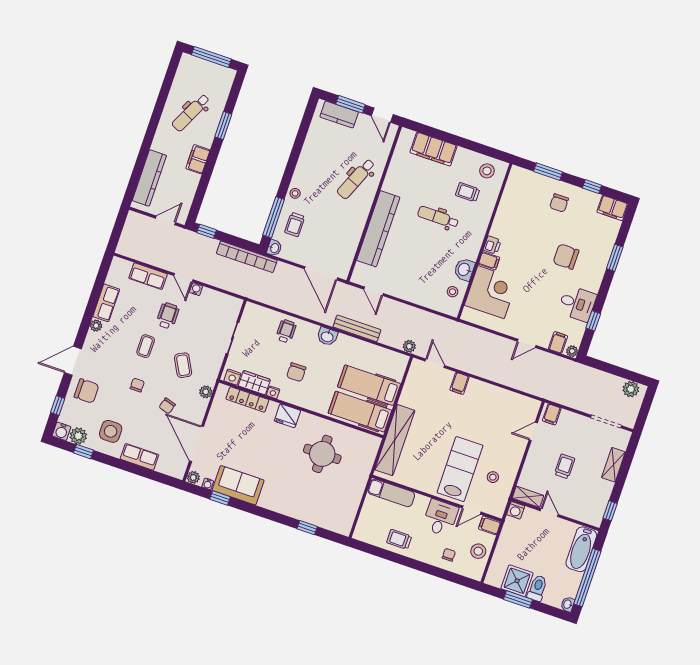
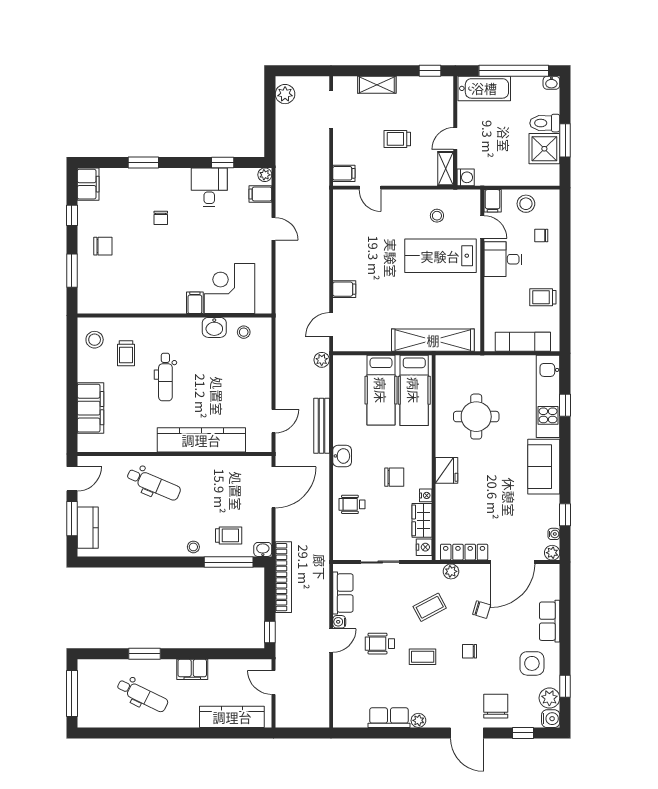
printer: (492, 245) -> (176, 305), removed
chair: (566, 257) -> (161, 218), width x0.54, depth x0.54
row of seats: (148, 276) -> (343, 593), moved
locker: (247, 399) -> (464, 552), moved, turned -90
sofa: (238, 485) -> (544, 467), moved
exam couch: (391, 493) -> (523, 342), moved, turned -90
kitchen unit: (319, 517) -> (548, 396), added
trolley: (399, 539) -> (543, 297), turned 90

